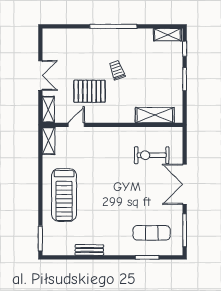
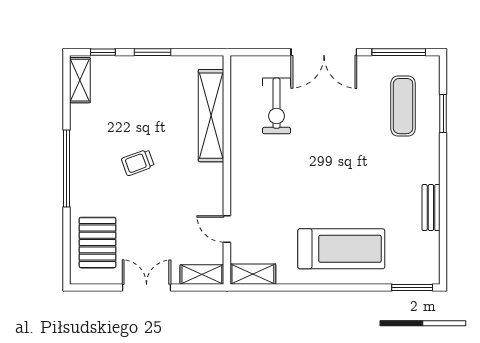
pallet: (90, 91) -> (98, 243), moved
shelving: (155, 115) -> (211, 116), width x1.47

